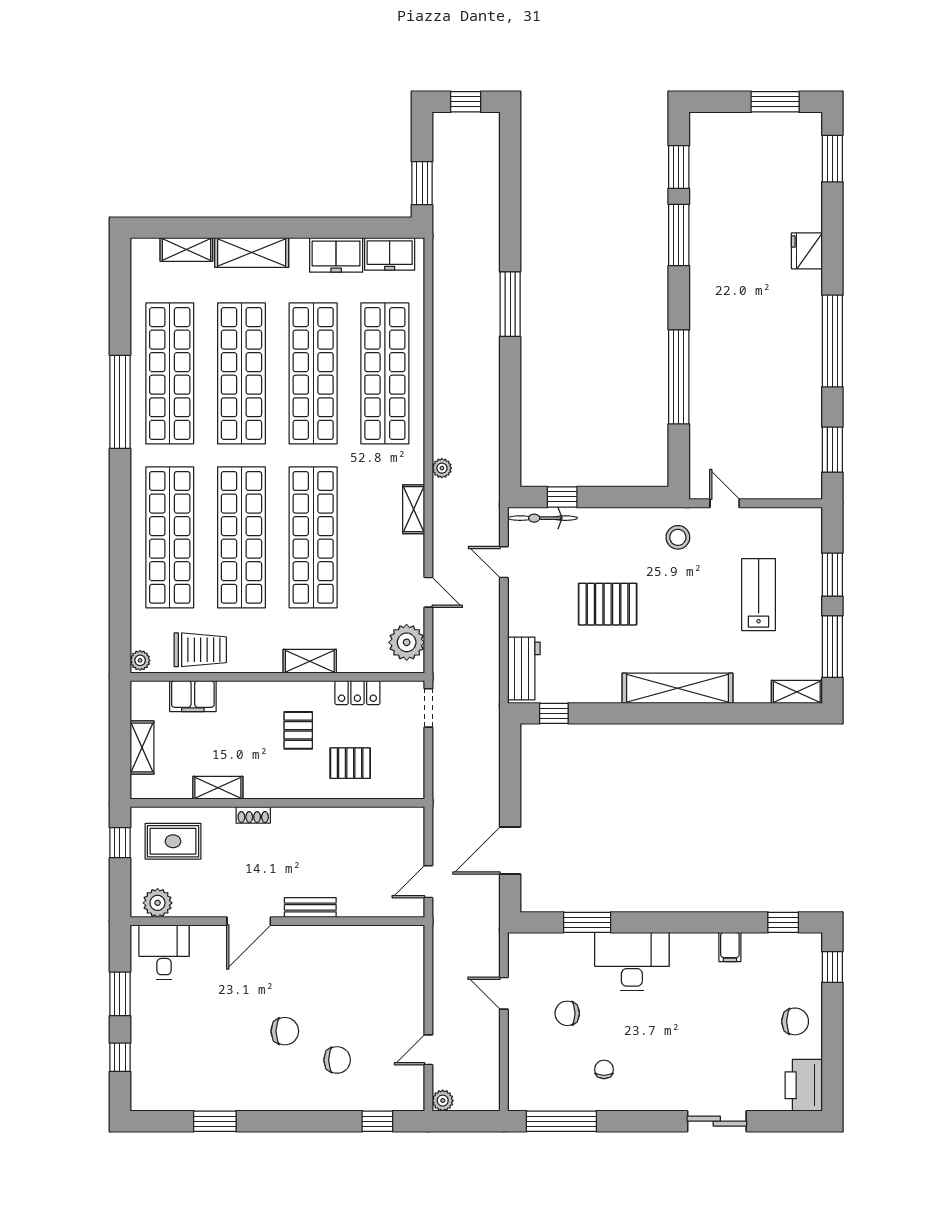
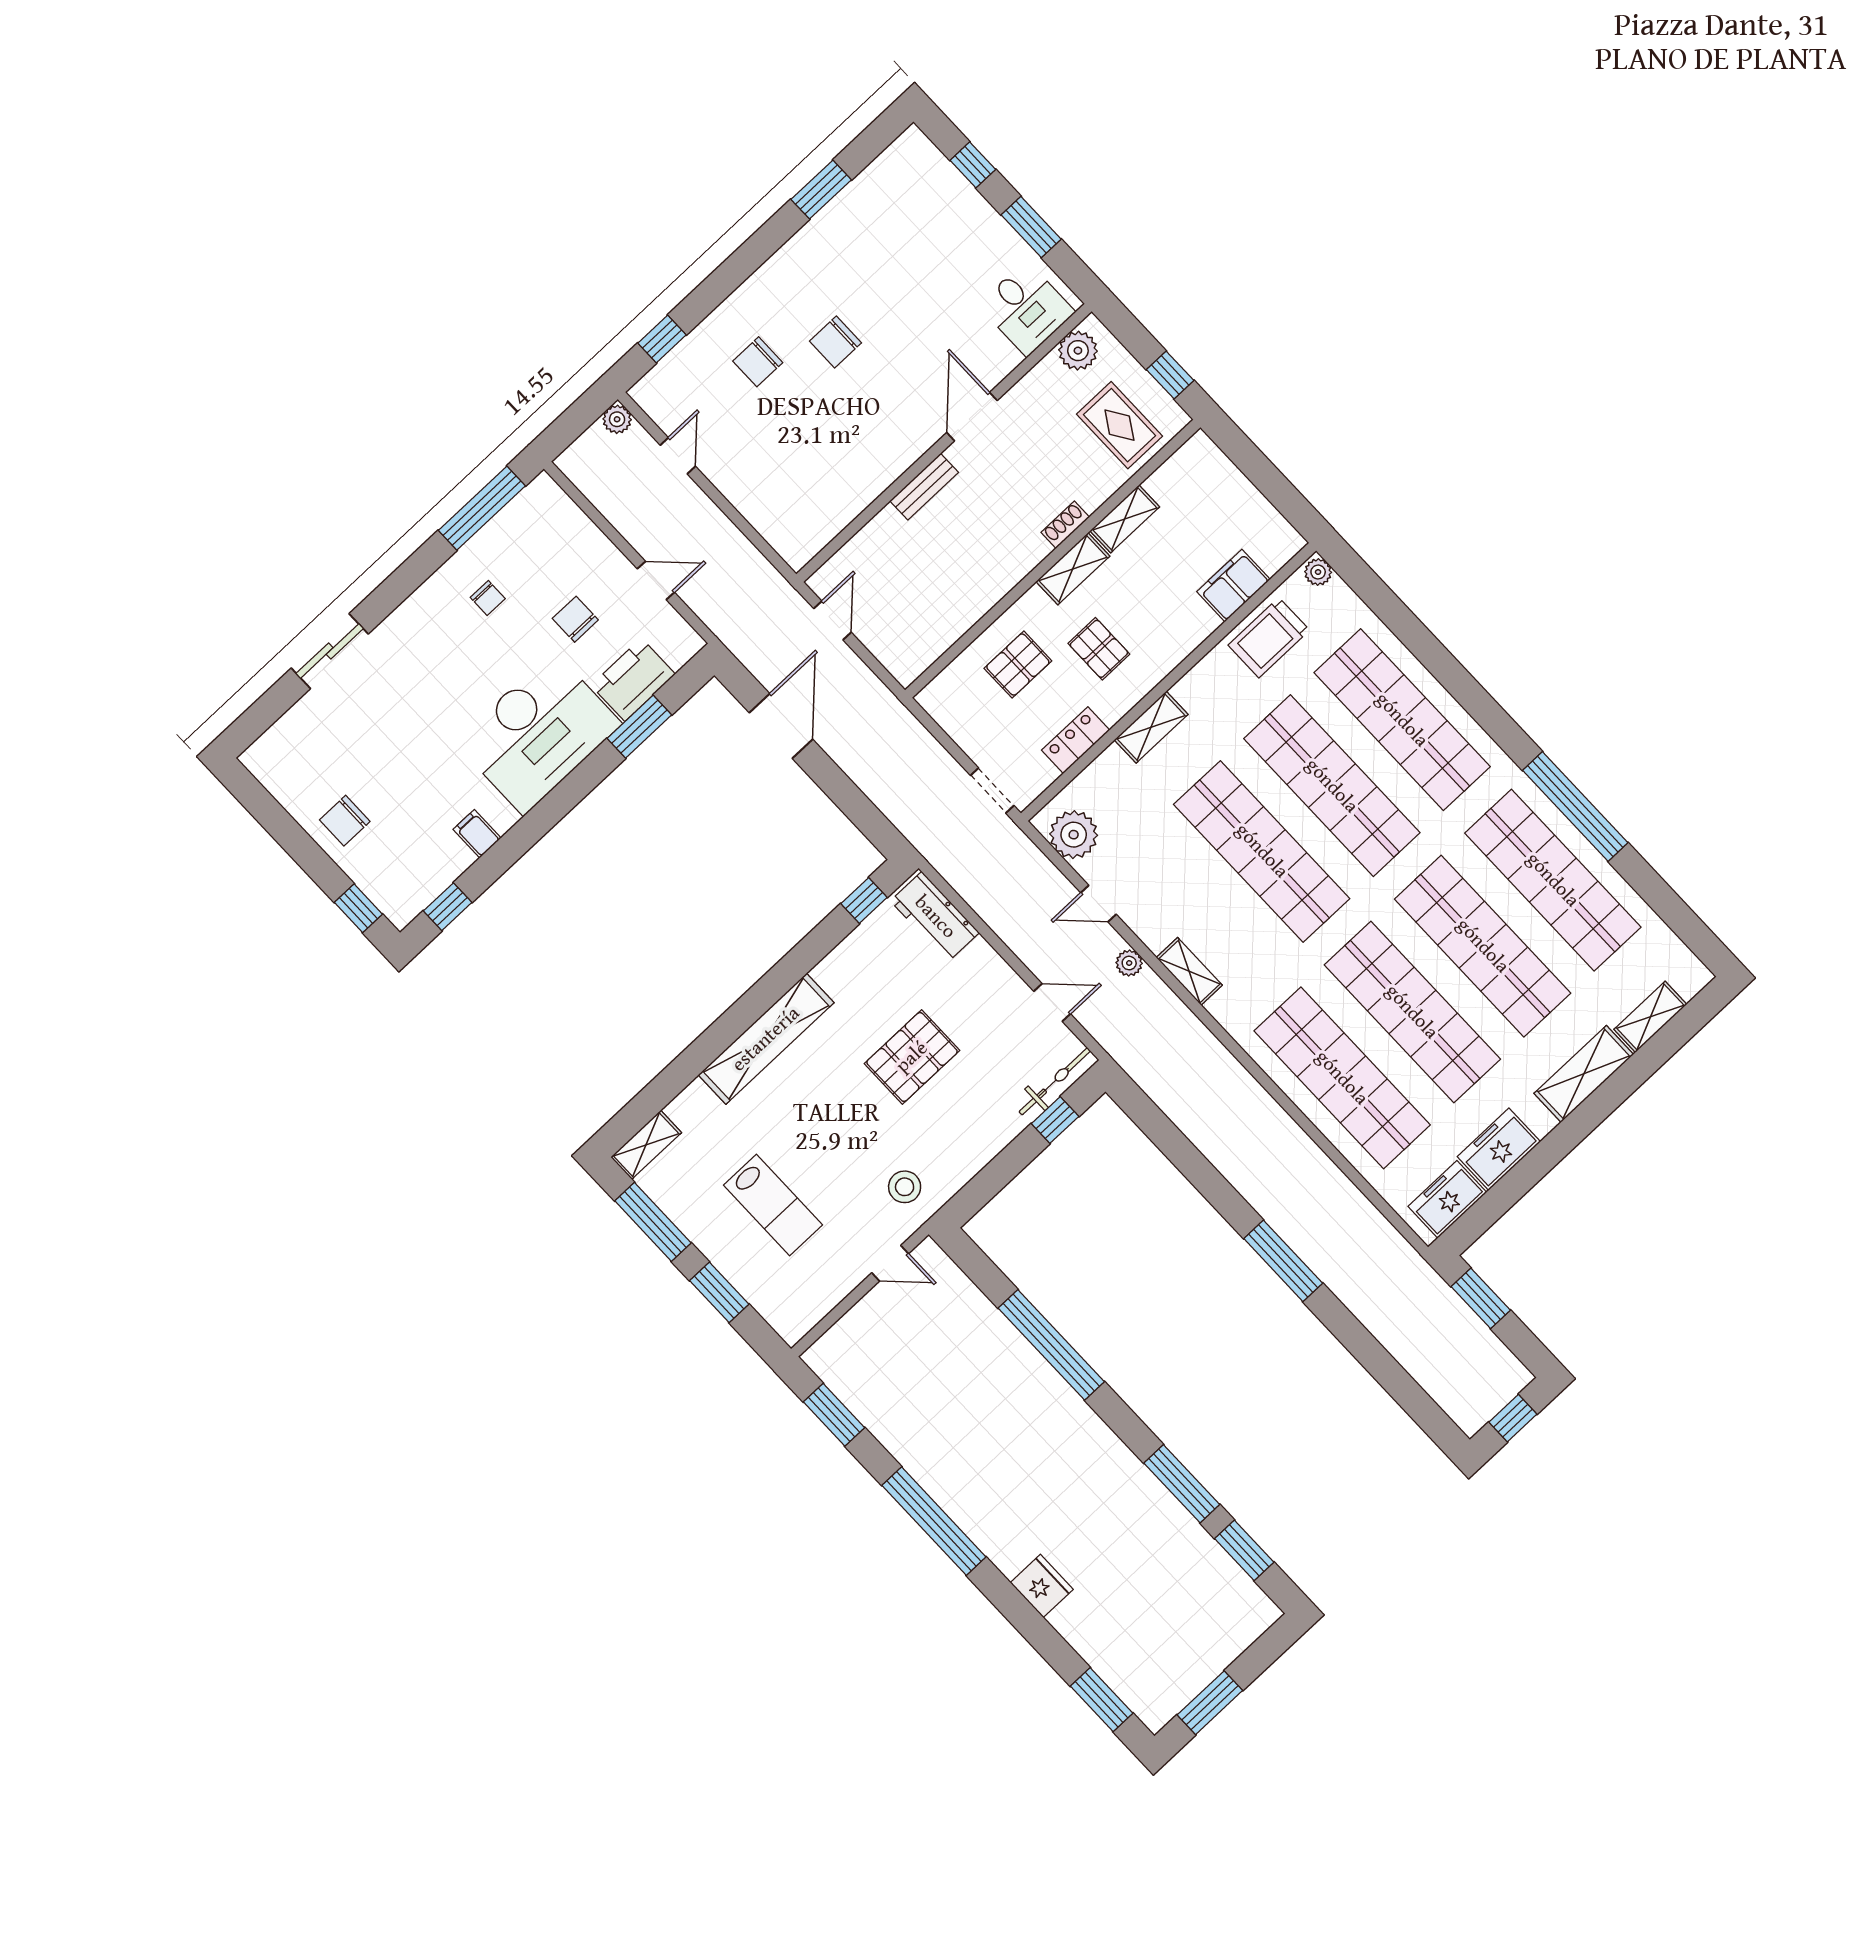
plant: (442, 468) -> (1129, 963), moved
shelving: (142, 747) -> (1073, 569), moved, turned 90
rug: (173, 841) -> (1119, 425), turned 90
desk: (632, 962) -> (538, 733), width x1.36, depth x1.30
chair: (567, 1013) -> (575, 619), turned -90
printer: (804, 1085) -> (633, 680), moved, turned -90

